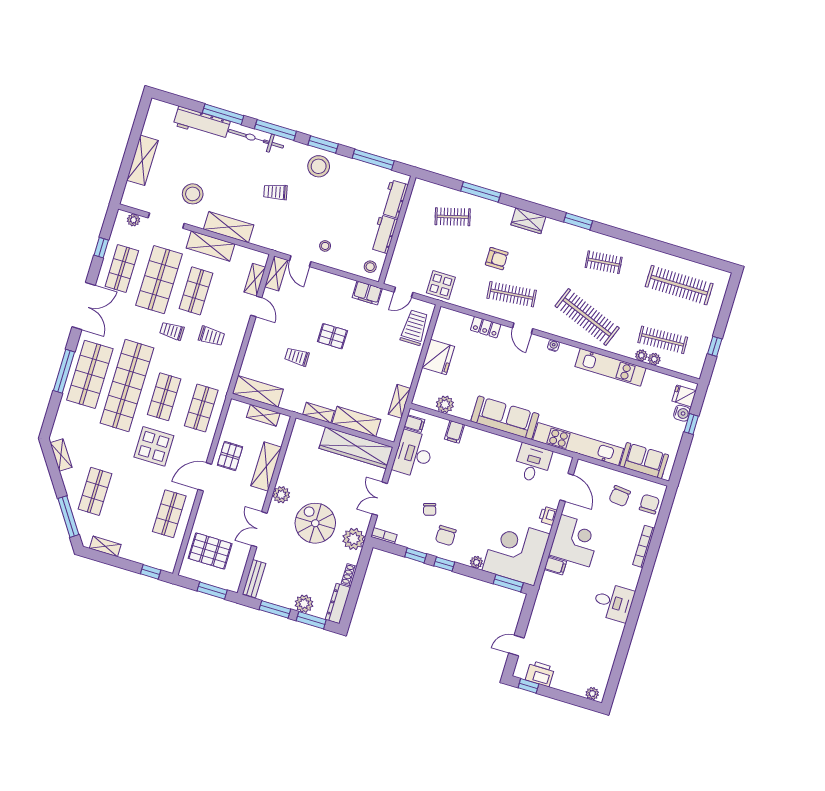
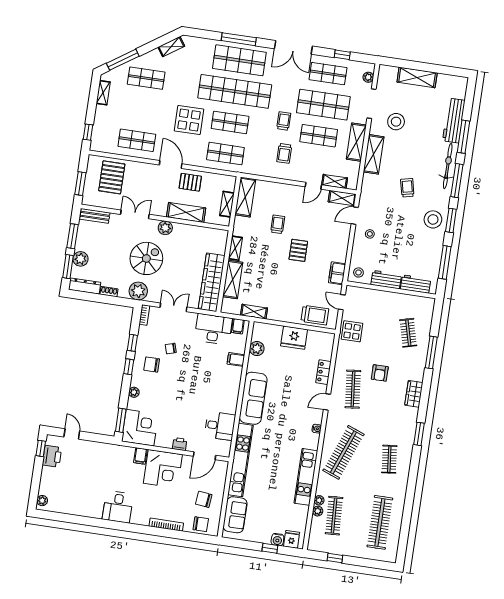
corner desk: (516, 552) -> (140, 428), width x0.74, depth x0.74

